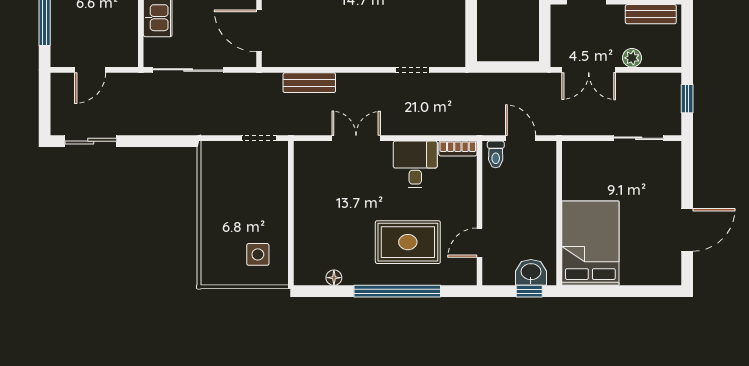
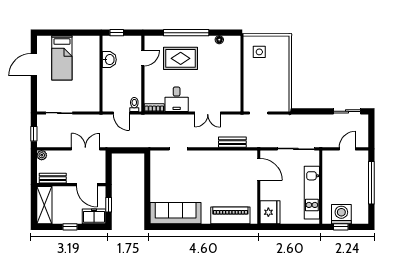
plant: (632, 58) -> (42, 155), moved
bed: (590, 243) -> (62, 58), moved, width x0.67
washbasin: (531, 272) -> (109, 60), moved, turned -90

